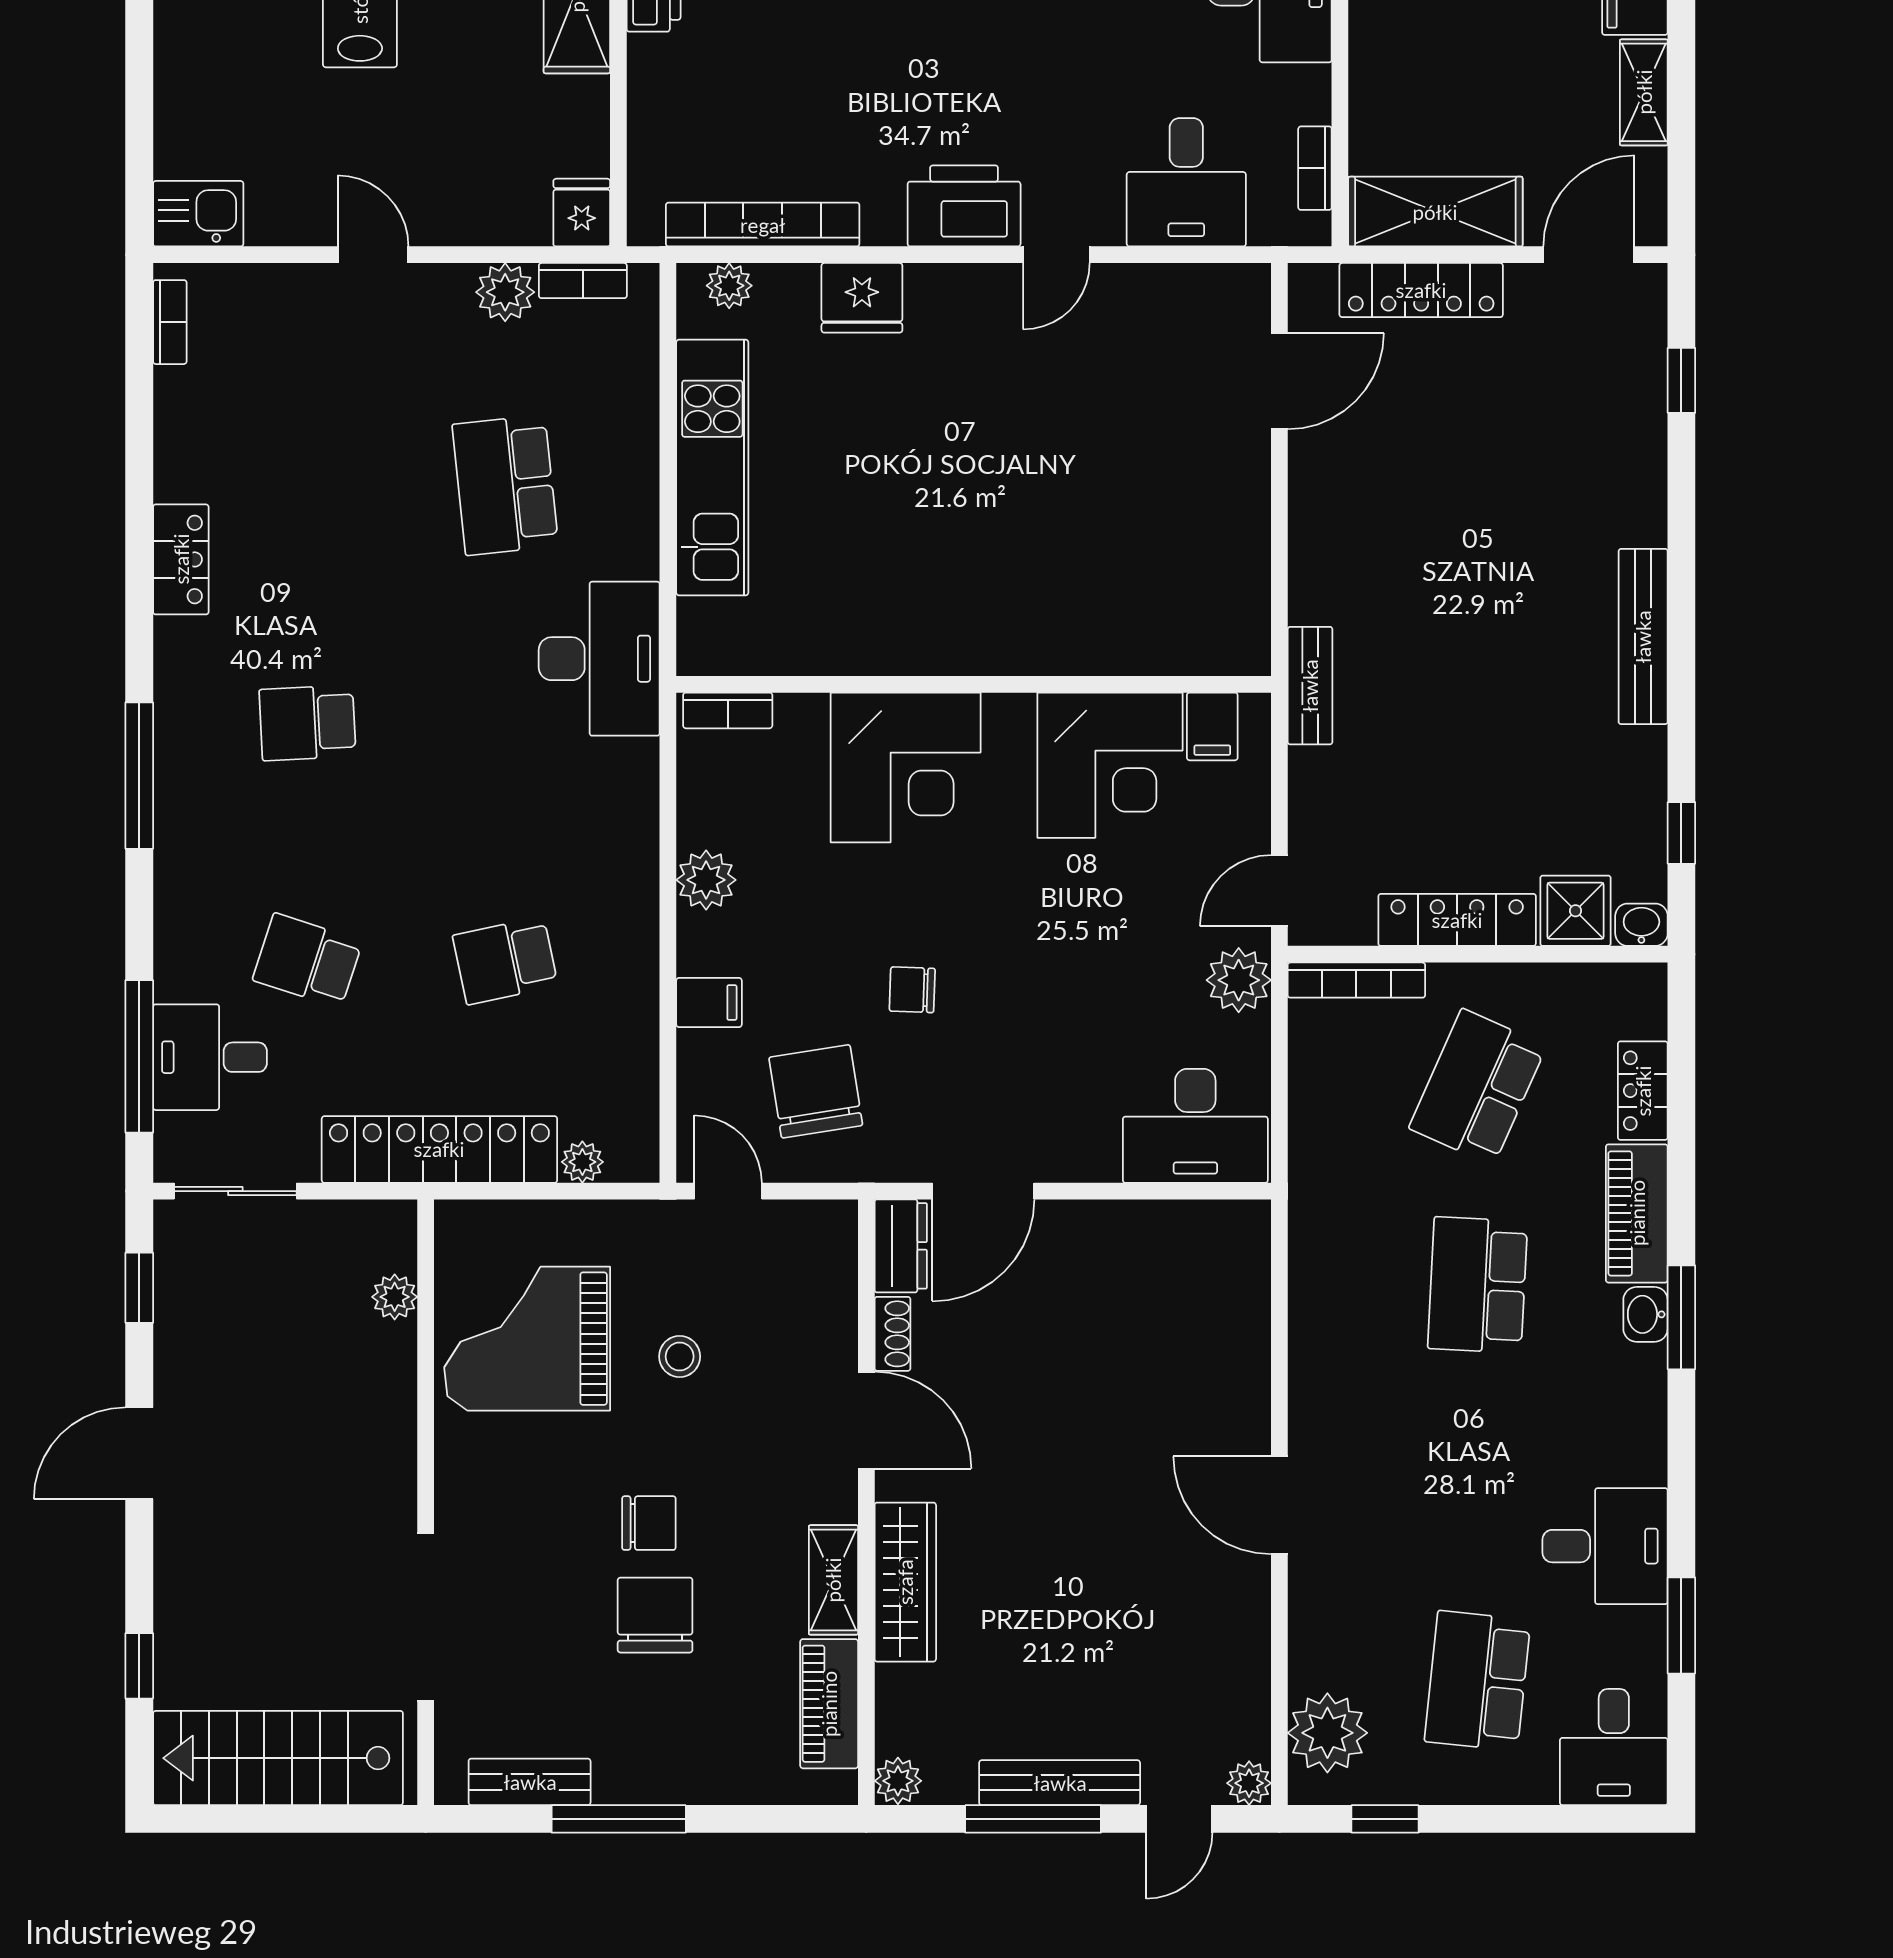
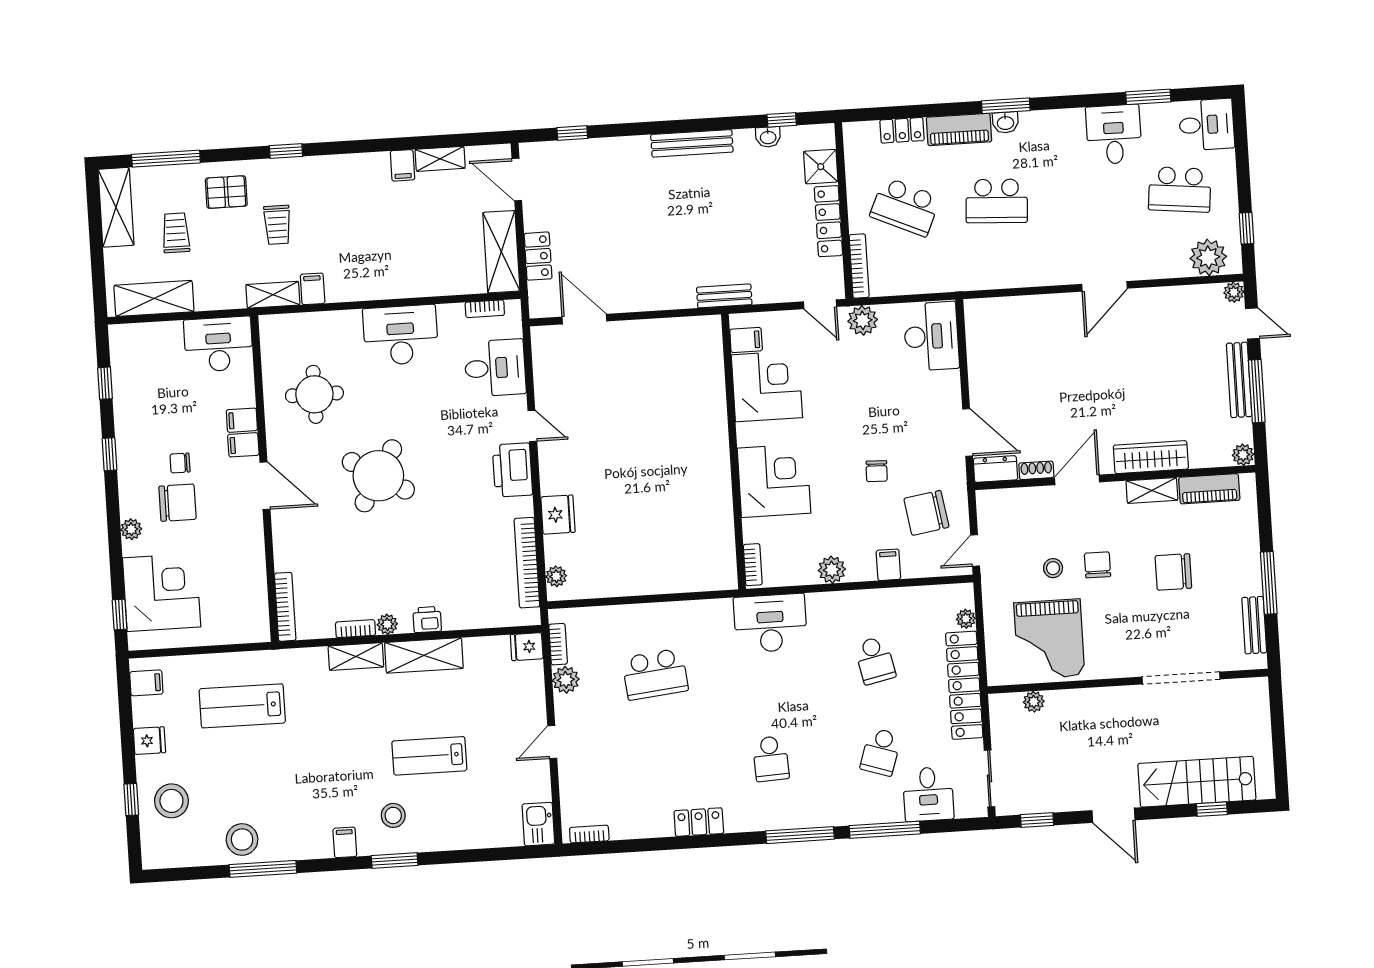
locker: (1421, 290) -> (538, 256), width x0.66
kitchen unit: (712, 467) -> (641, 579), removed
desk: (599, 659) -> (770, 623), moved
washbasin: (1641, 925) -> (768, 137), moved, turned -90
window: (139, 1056) -> (885, 830), moved
chair: (649, 1523) -> (1097, 565), moved
stairs: (278, 1758) -> (1197, 782), moved, turned 90

